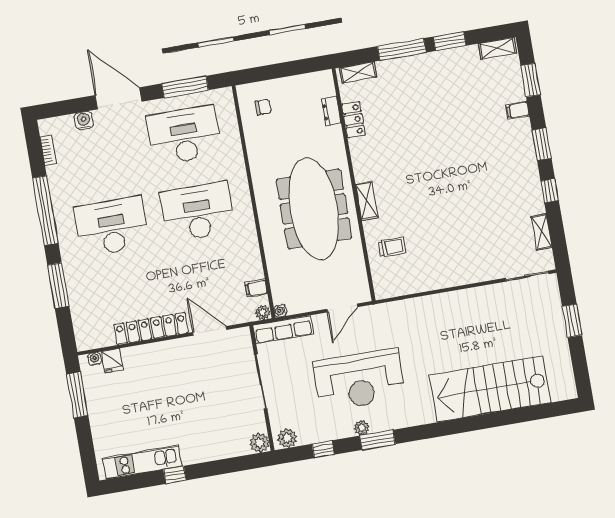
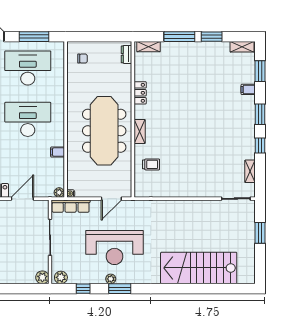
dresser: (331, 111) -> (126, 54), moved
locker: (353, 120) -> (140, 93), moved
filing cabinet: (256, 288) -> (58, 152), moved
door: (210, 331) -> (22, 199), hinge flipped

